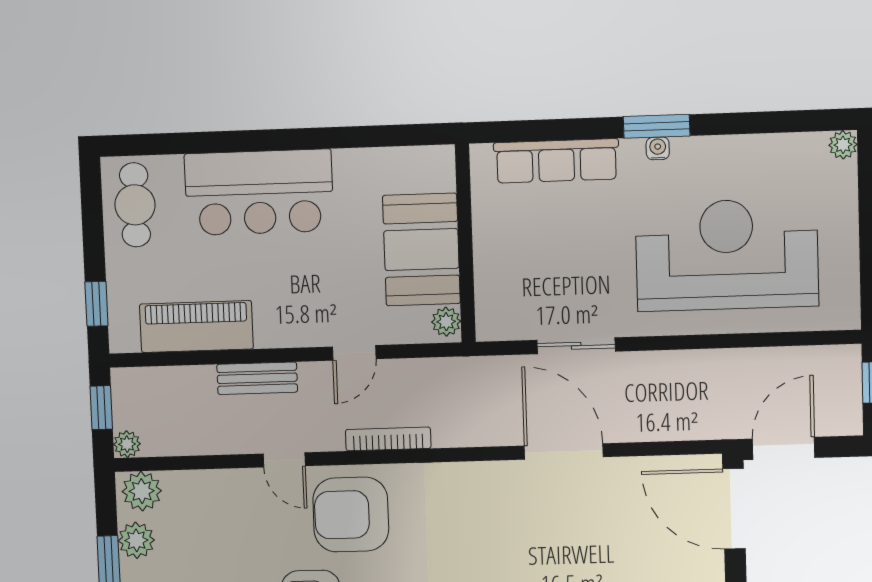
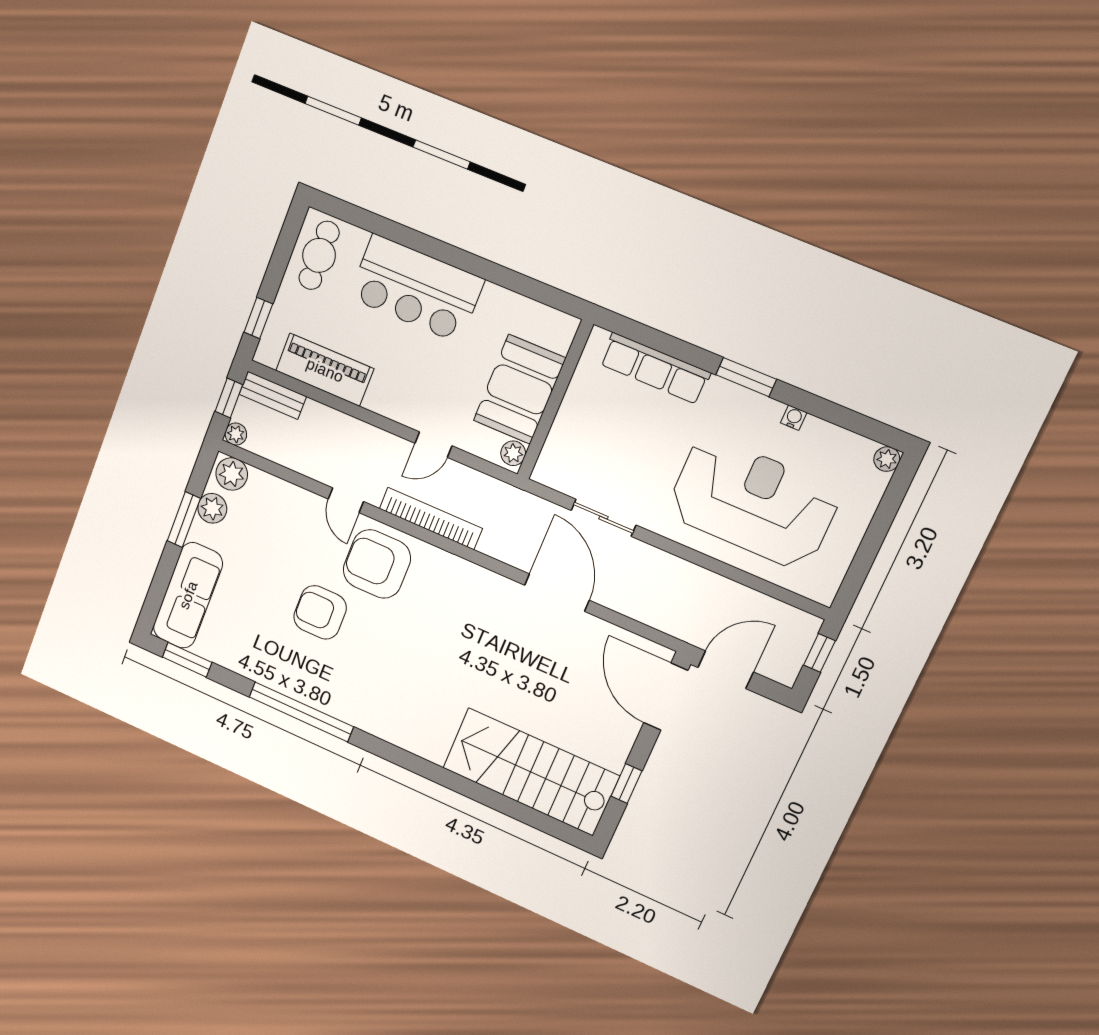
water cooler: (658, 148) -> (794, 418), moved
bench: (257, 378) -> (273, 395), moved
bookcase: (388, 439) -> (431, 519), width x1.48, depth x1.31

